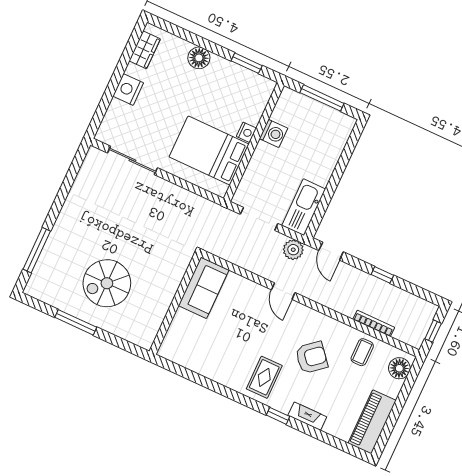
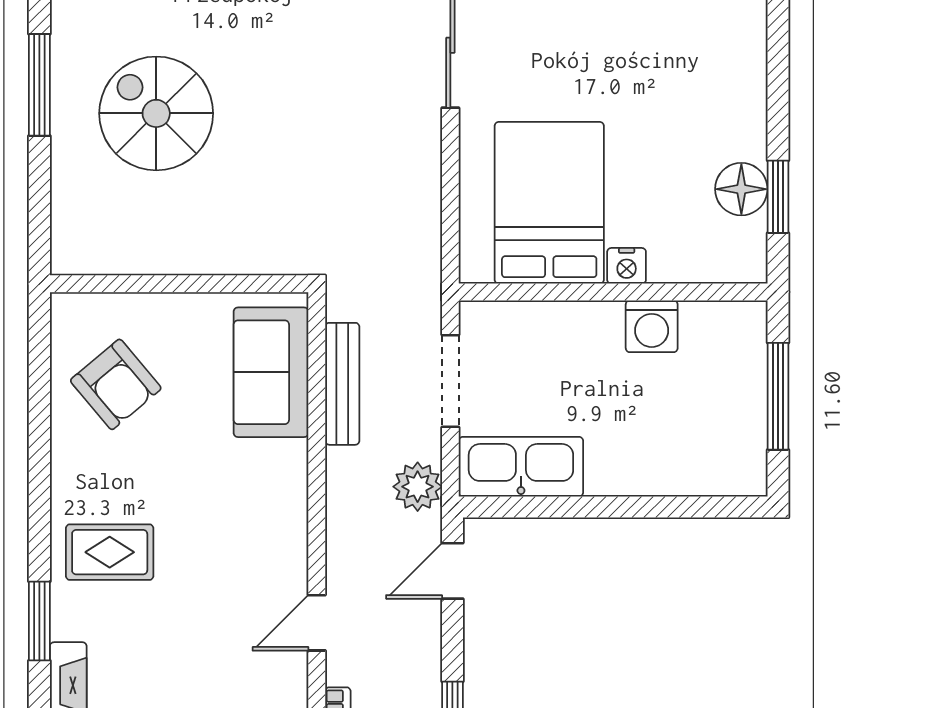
floor lamp: (199, 58) -> (741, 189), moved
bench: (241, 260) -> (342, 384), added
sofa: (204, 288) -> (271, 372), moved, turned 90
door: (283, 291) -> (317, 623), moved
armchair: (311, 357) -> (116, 384), moved
window: (278, 416) -> (39, 621), width x1.50

